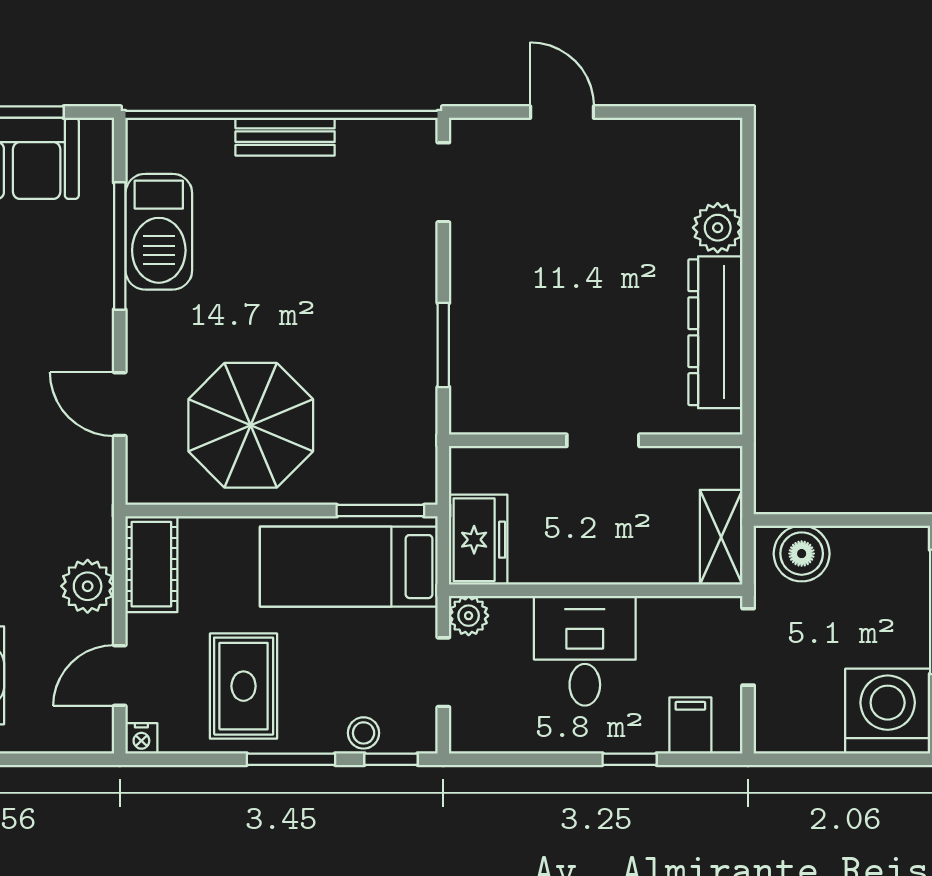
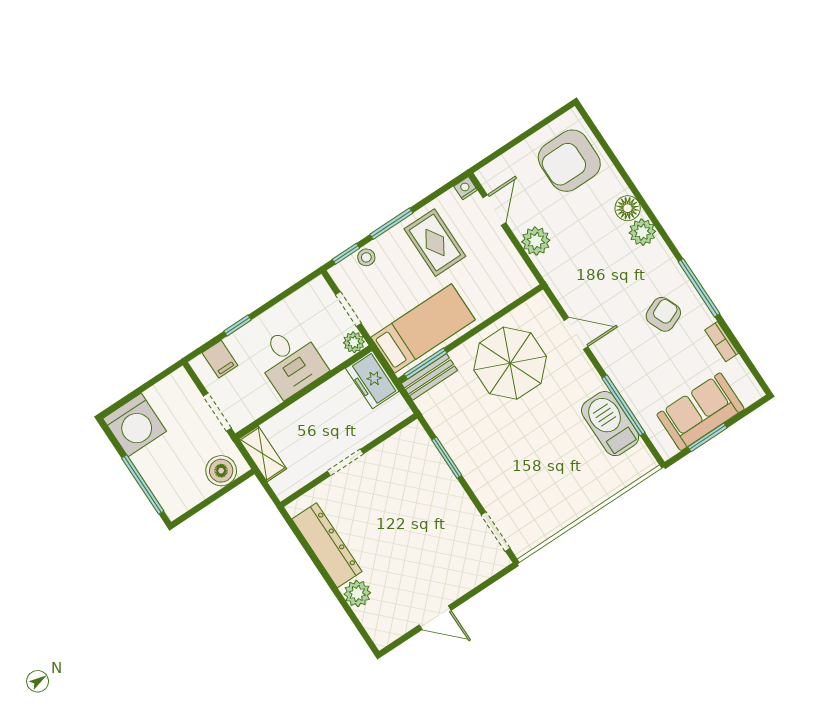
door: (562, 112) -> (435, 618), moved
bench: (285, 137) -> (429, 377), moved
cot: (151, 564) -> (513, 270), removed

